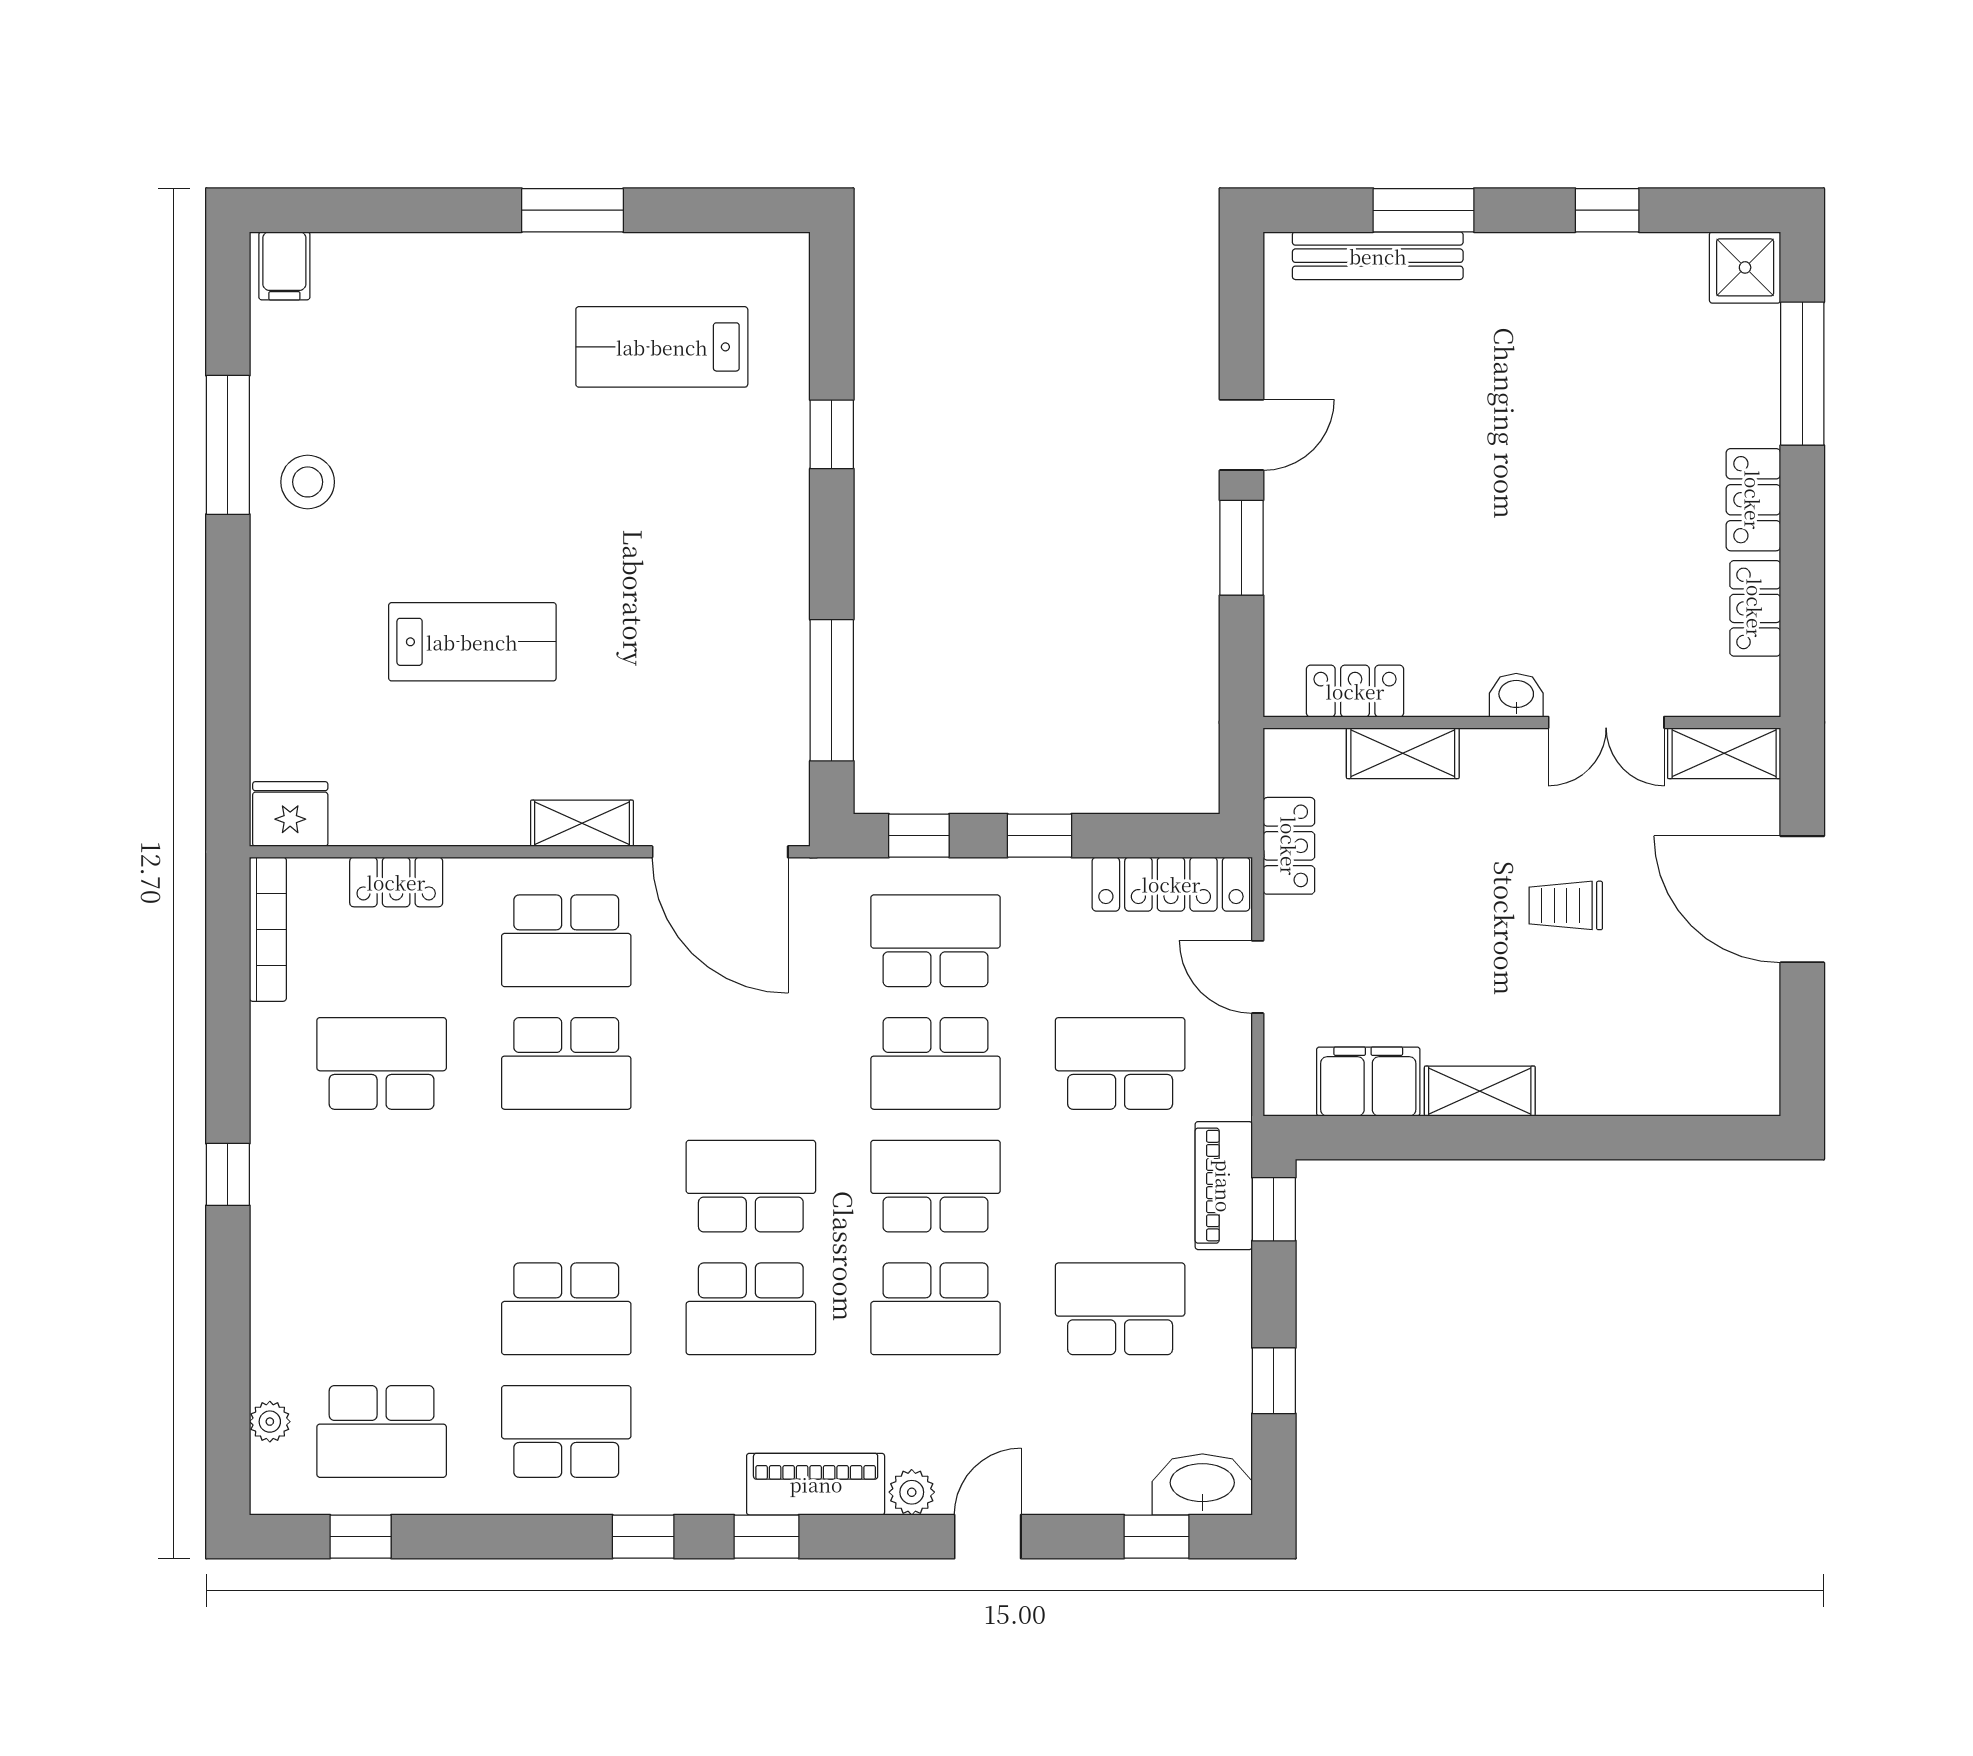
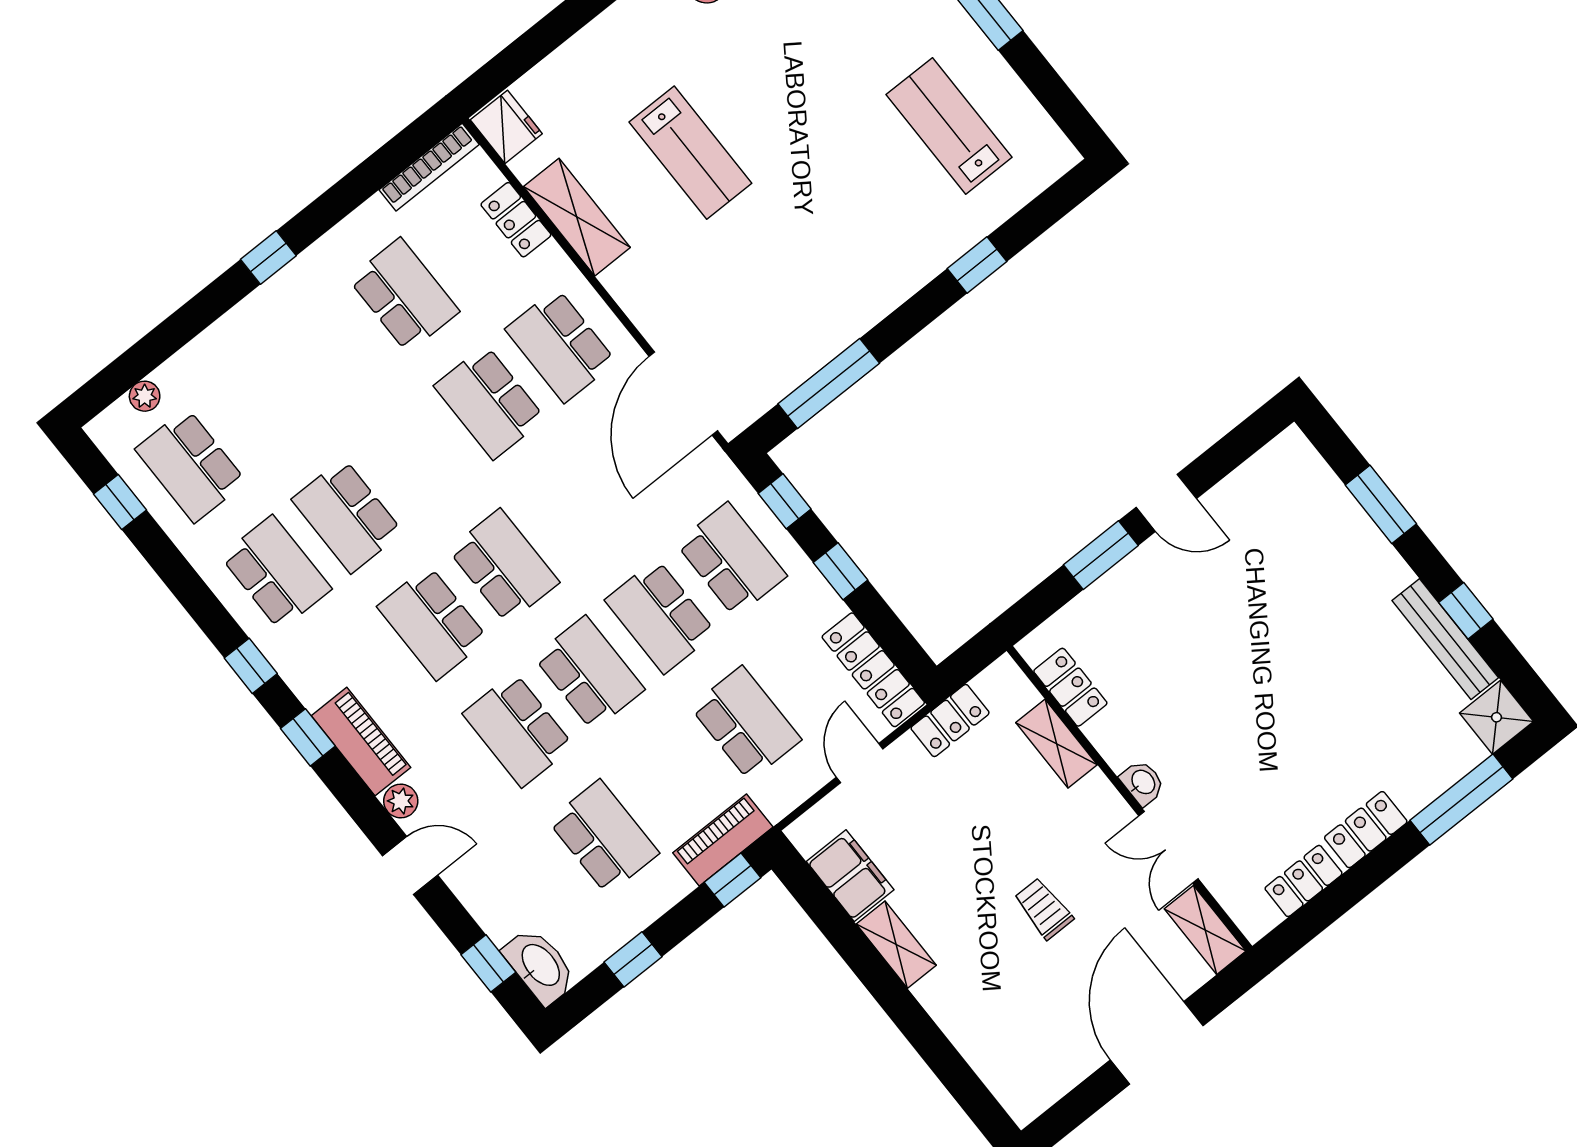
bench: (1378, 256) -> (1445, 639), moved
shelving: (582, 823) -> (577, 217), moved, width x1.50, depth x1.33

